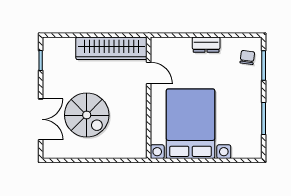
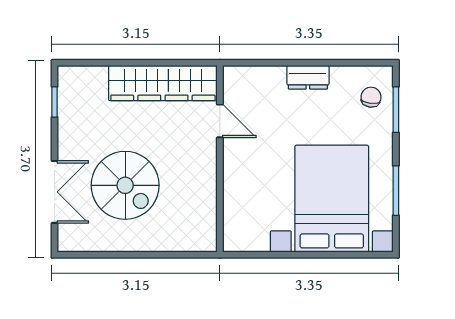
bed with nightstands: (191, 124) -> (332, 199), moved

